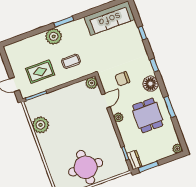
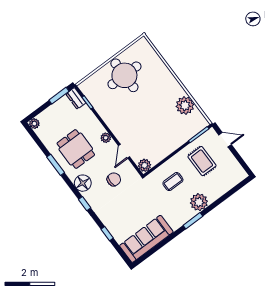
rug: (40, 72) -> (202, 161), turned 90

